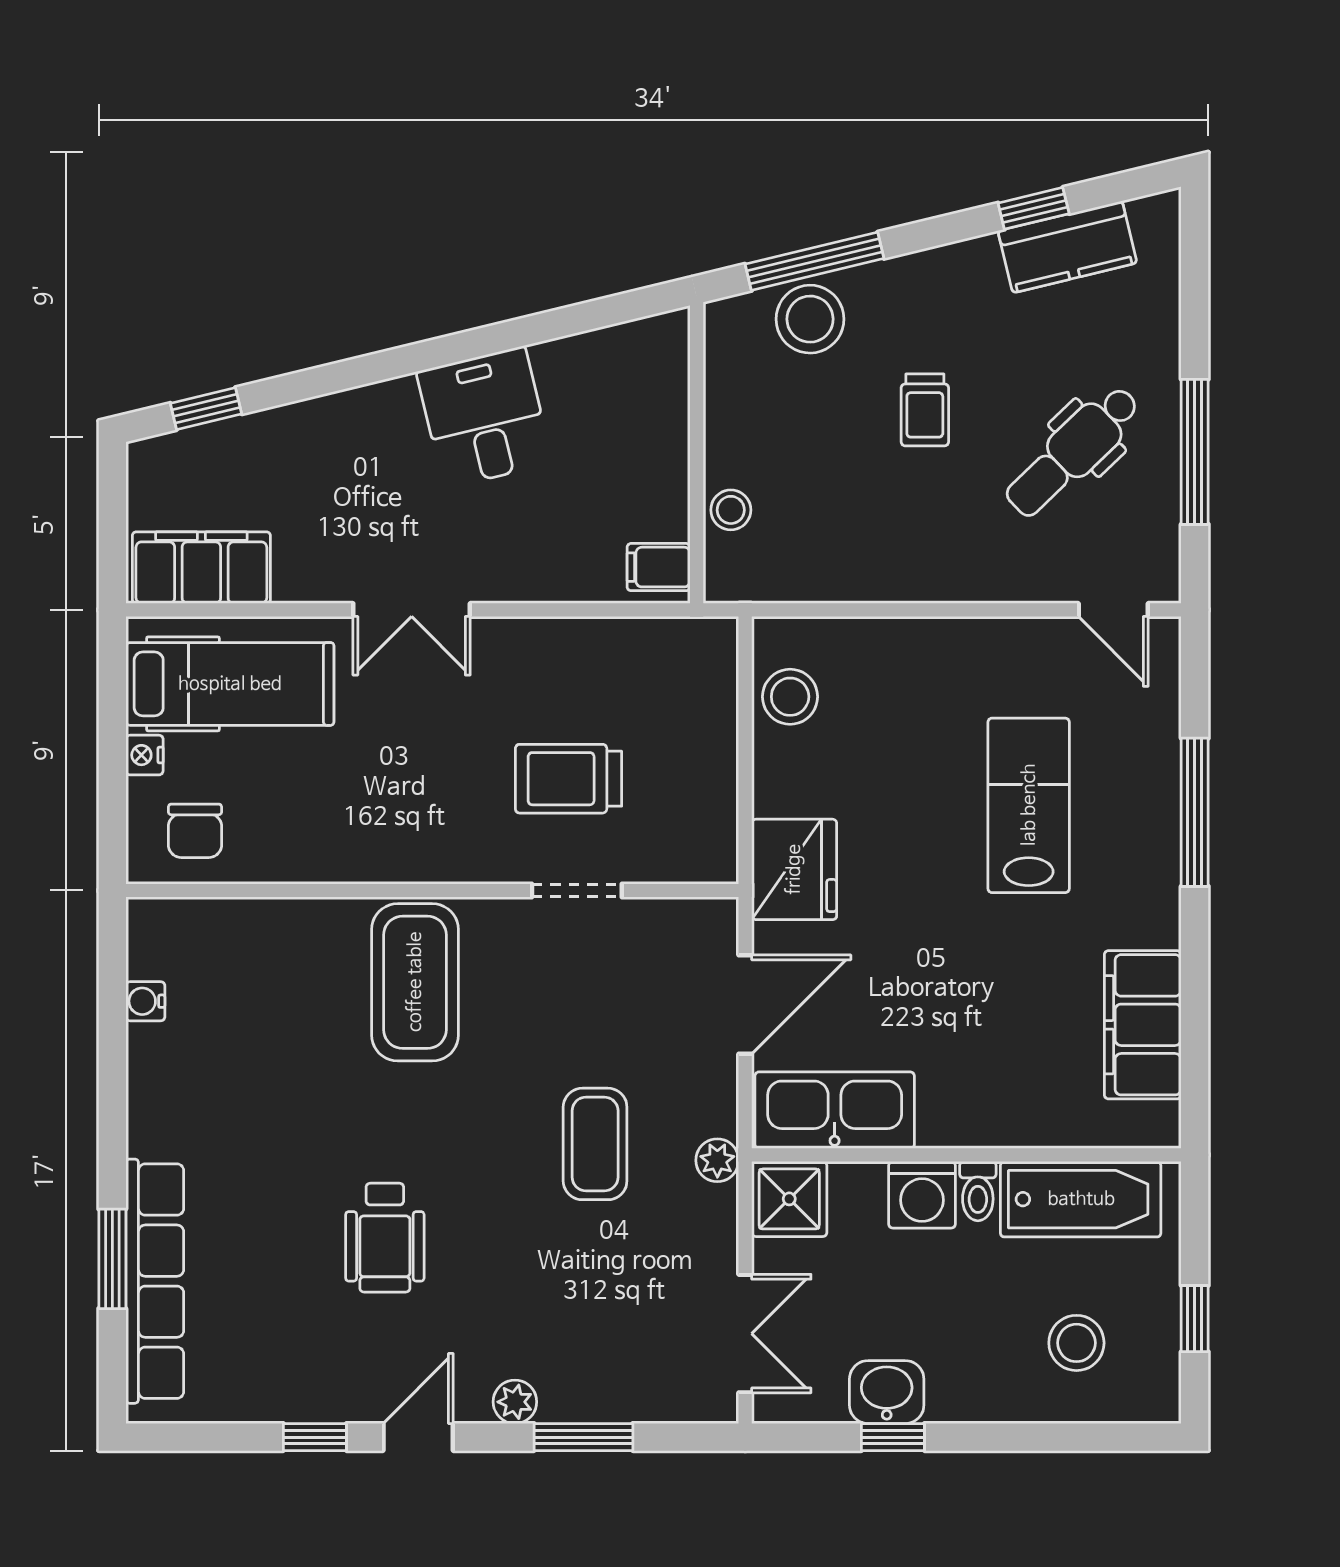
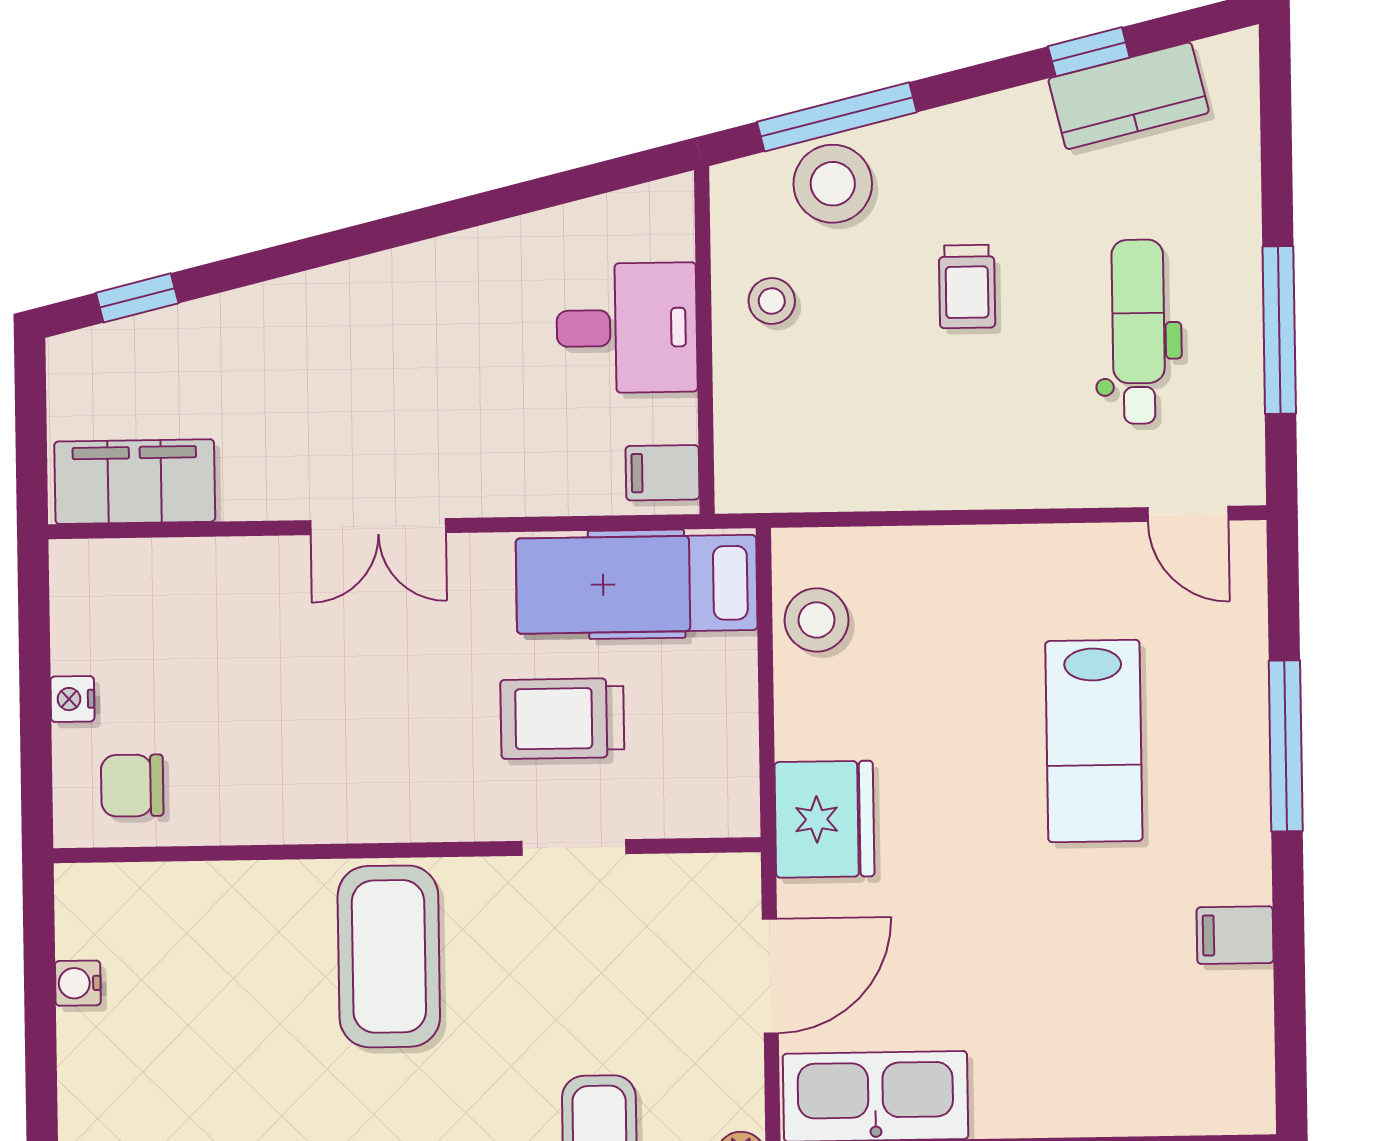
desk: (484, 417) -> (627, 328), moved, turned 104
dental chair: (1073, 451) -> (1138, 332), turned 134
stool: (731, 510) -> (772, 301), moved
hospital bed: (230, 684) -> (637, 584), moved, turned 180
lab bench: (1029, 805) -> (1094, 741), turned 180
chair: (195, 831) -> (132, 786), turned 90
filing cabinet: (1143, 1025) -> (1235, 935), width x0.33, depth x0.86

